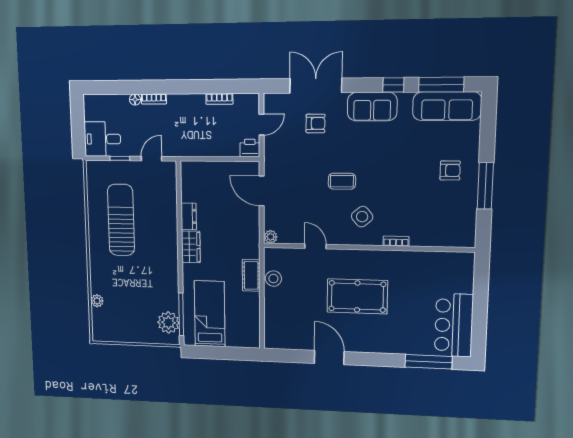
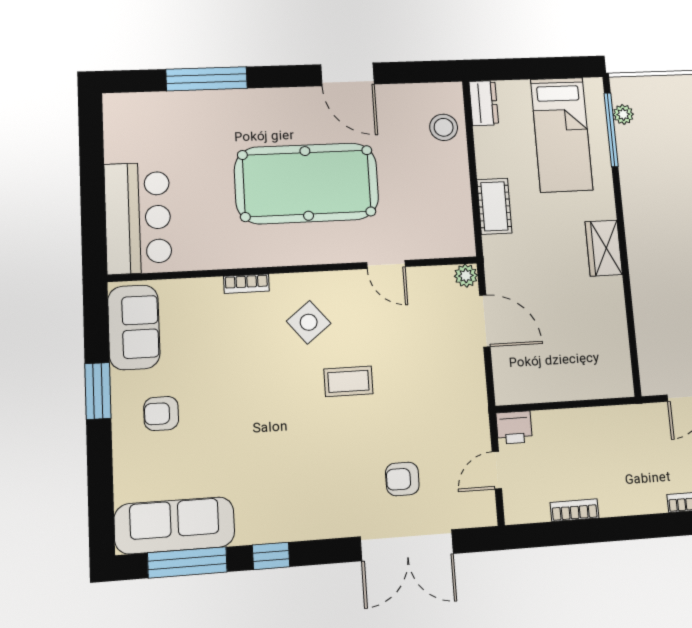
sofa: (372, 107) -> (134, 327), moved, turned 90
window: (485, 186) -> (98, 391), width x0.69
door: (262, 191) -> (485, 321), moved
dresser: (189, 216) -> (484, 103), moved, turned 180
stool: (273, 279) -> (444, 127), moved
pool table: (357, 296) -> (307, 183), width x1.36, depth x1.32
plant: (168, 322) -> (623, 114), width x0.53, depth x0.53
bar counter: (454, 325) -> (138, 218), moved
window: (429, 362) -> (207, 79), moved

